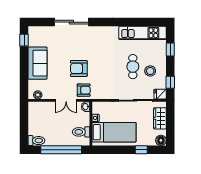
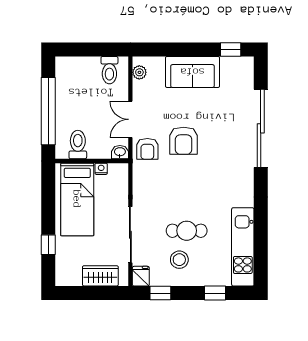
sliding door: (71, 22) -> (261, 128), width x1.36
armchair: (79, 68) -> (184, 141), turned 180
floor lamp: (161, 140) -> (64, 277), removed
toilet: (36, 141) -> (109, 70), moved

